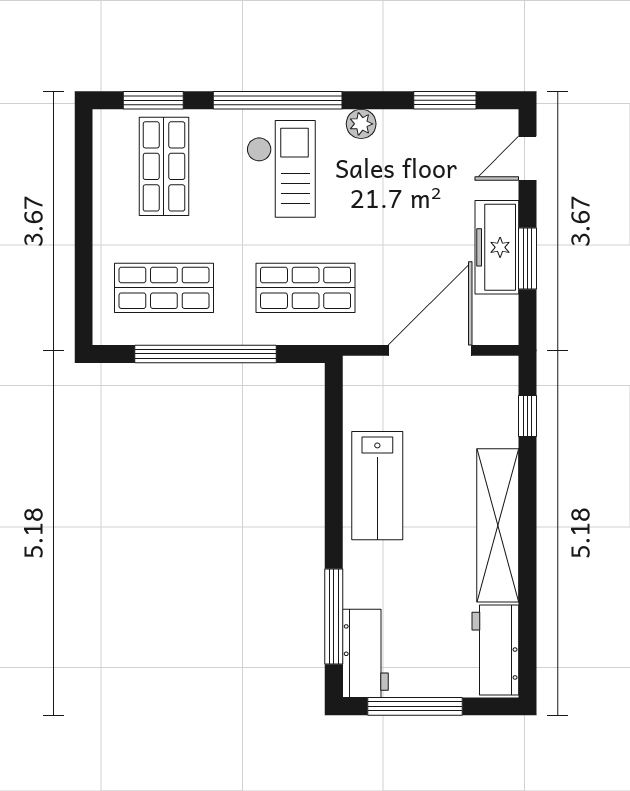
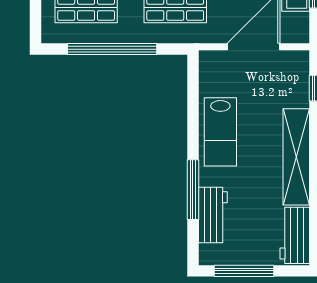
window: (334, 617) -> (193, 190), moved
workbench: (365, 653) -> (213, 215), moved

